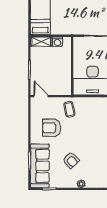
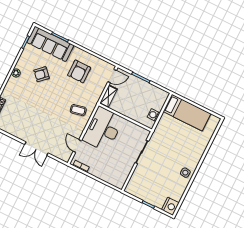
shelving: (41, 42) -> (109, 96), moved
coffee table: (69, 109) -> (78, 110), moved
armchair: (52, 128) -> (79, 71), turned 180

